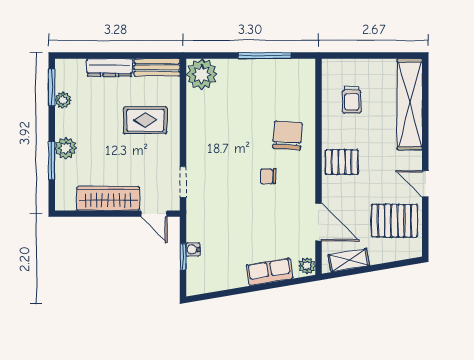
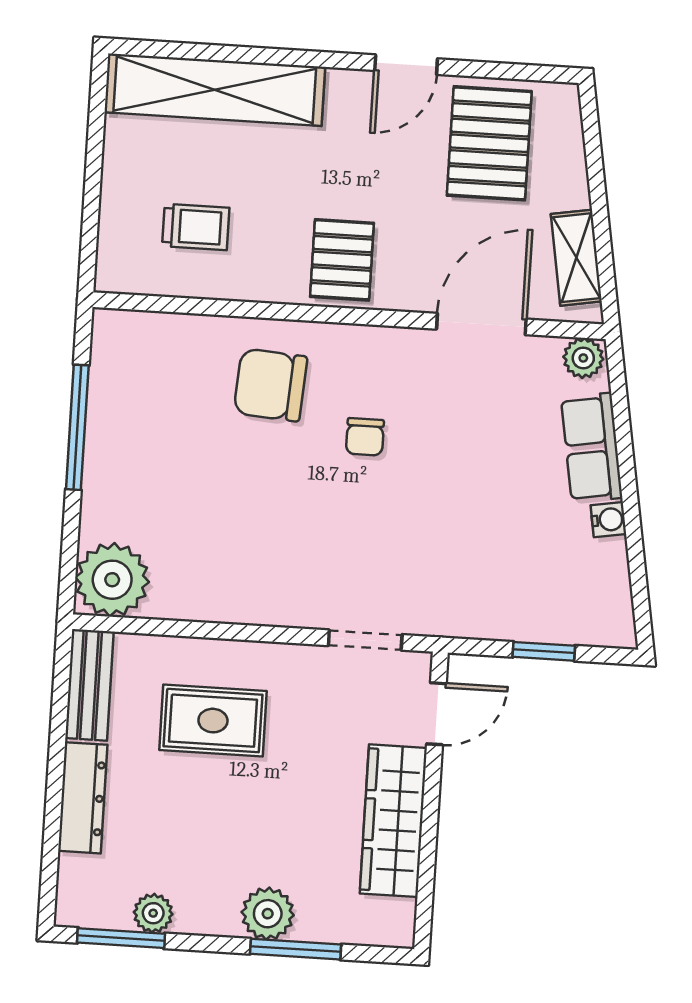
rug: (145, 120) -> (213, 721), turned 90
water cooler: (193, 250) -> (608, 520), moved, turned -100

